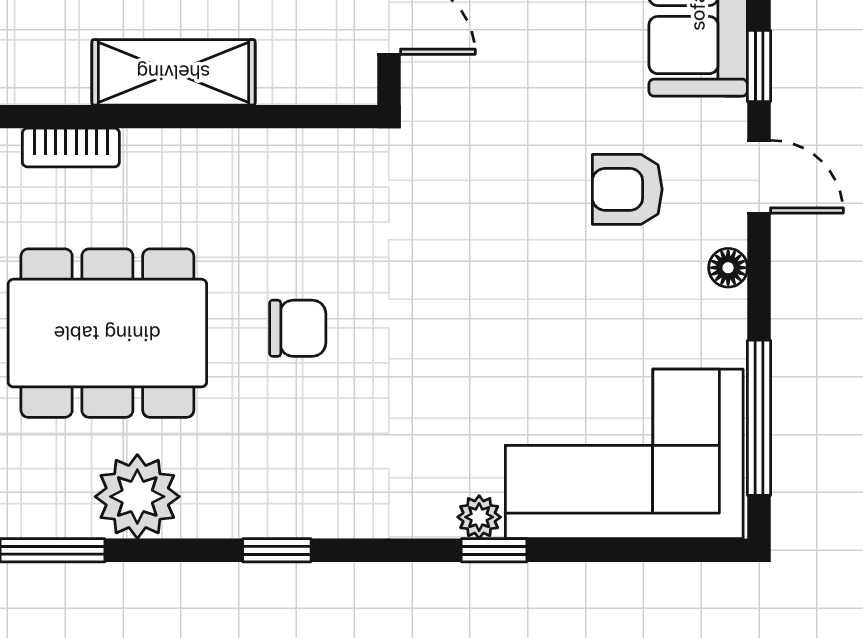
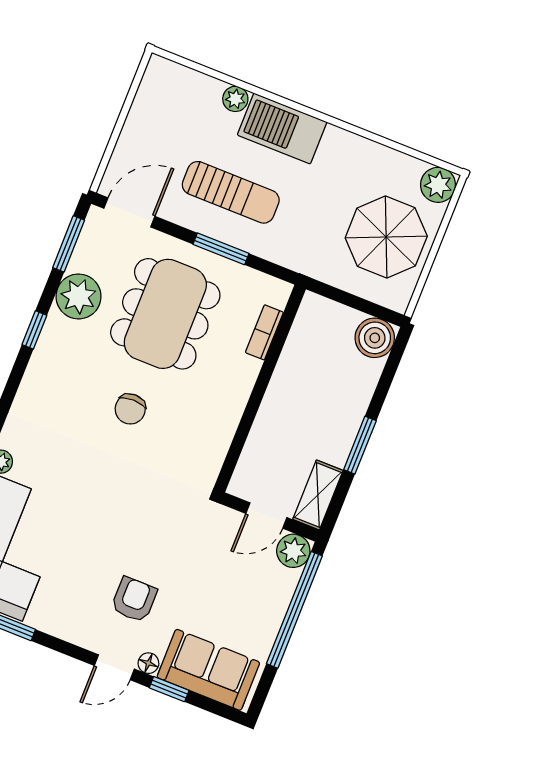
shelving: (173, 72) -> (281, 398), removed
floor lamp: (728, 268) -> (148, 663), moved
window: (277, 550) -> (34, 330), moved

